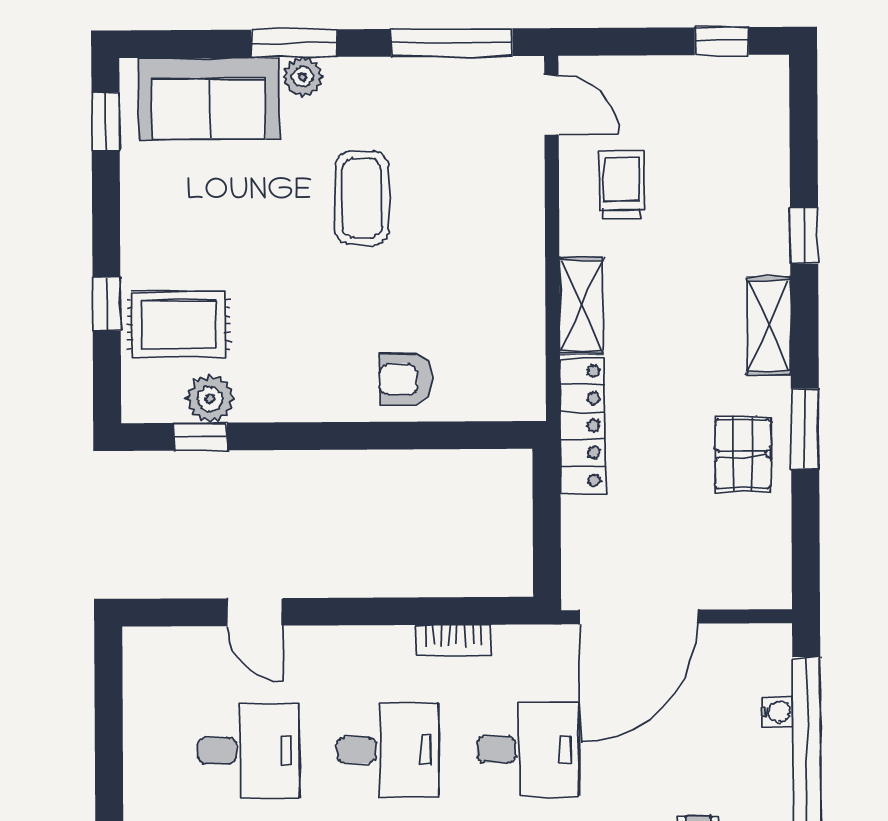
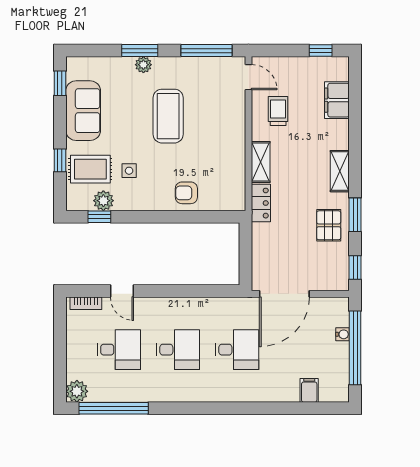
sofa: (209, 99) -> (83, 111), moved, turned -90
filing cabinet: (761, 158) -> (337, 100), added
coffee table: (362, 198) -> (168, 116), width x1.36, depth x1.32
window: (804, 235) -> (355, 267), moved
side table: (270, 327) -> (129, 171), added
locker: (583, 426) -> (261, 203), width x0.66
bookcase: (453, 640) -> (86, 303), moved

